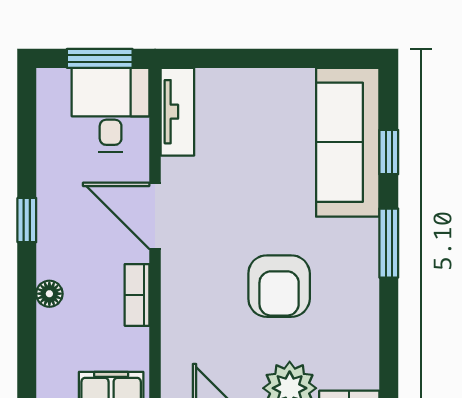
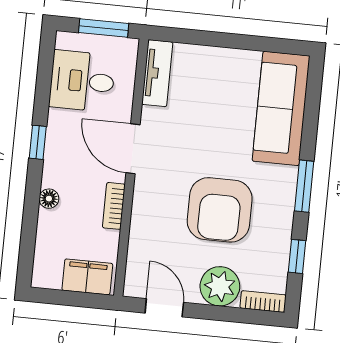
desk: (111, 110) -> (82, 81), moved, turned -90
window: (389, 152) -> (297, 256), moved
armchair: (279, 286) -> (220, 210), width x1.36, depth x1.36

